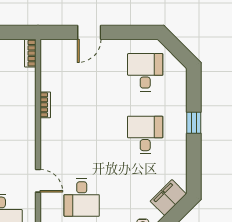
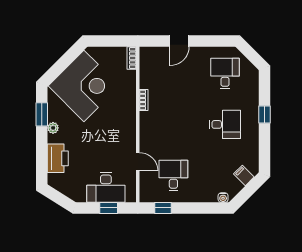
desk: (145, 135) -> (225, 124), turned 90
desk: (82, 198) -> (173, 175), turned 180
filing cabinet: (168, 198) -> (244, 175), width x0.50

